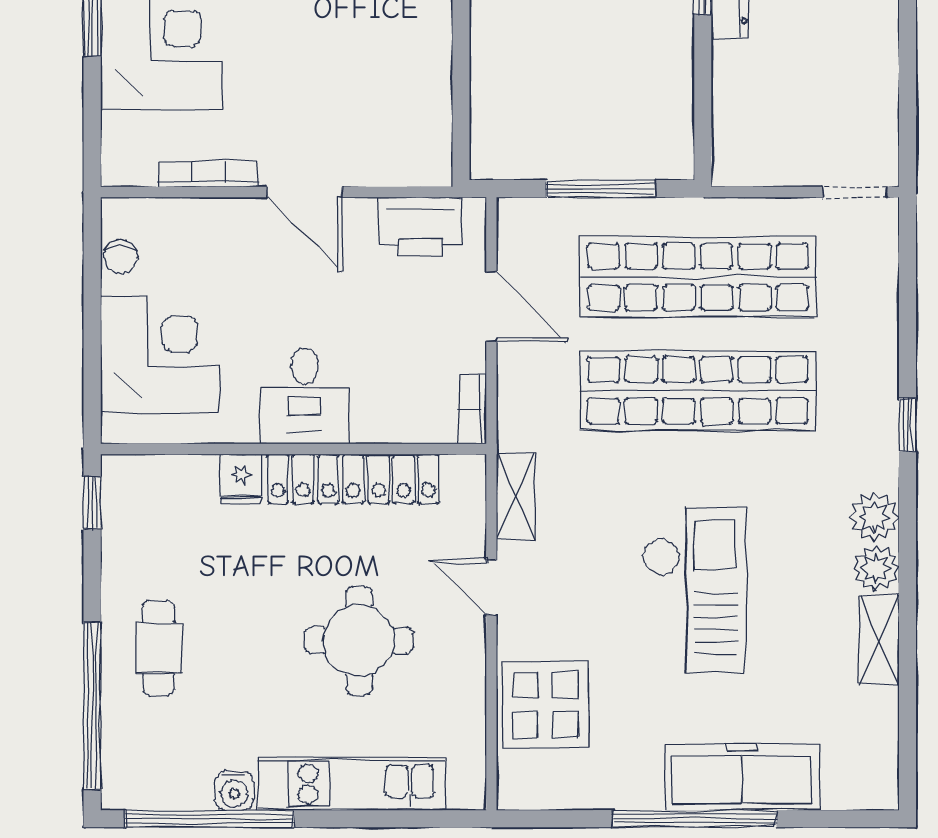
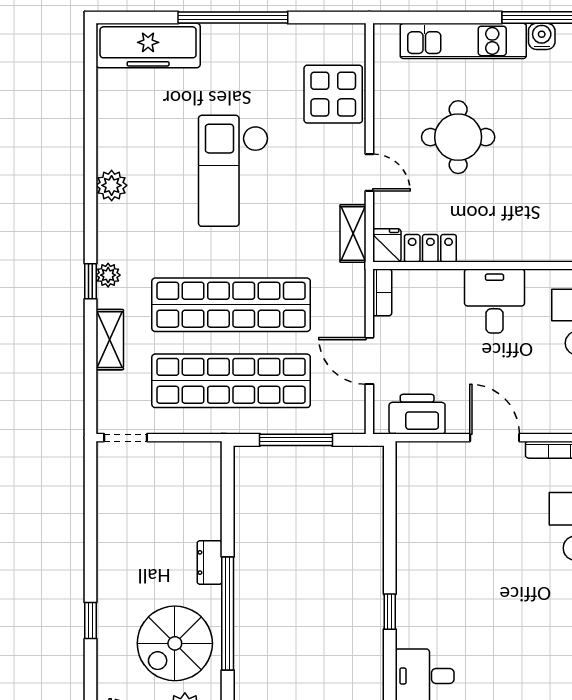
fridge: (241, 479) -> (387, 245), moved
locker: (353, 479) -> (430, 248), width x0.46, depth x0.83
plant: (875, 517) -> (108, 275), moved, width x0.73, depth x0.73
shelving: (879, 640) -> (110, 340), moved
freezer: (742, 777) -> (148, 45), moved

